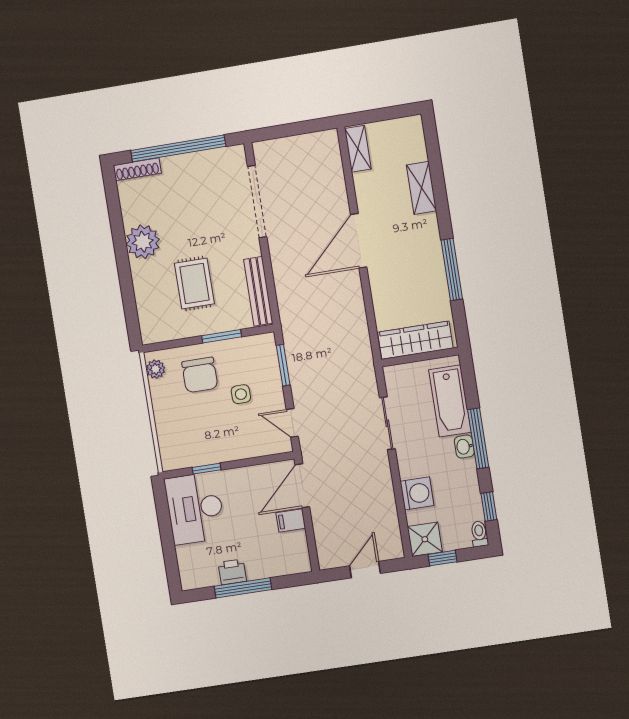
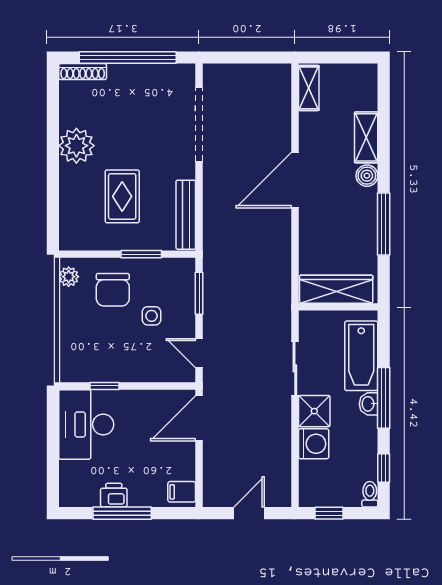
boiler: (428, 225) -> (367, 176), added
filing cabinet: (291, 521) -> (182, 492), moved
shower: (425, 539) -> (314, 411), moved

